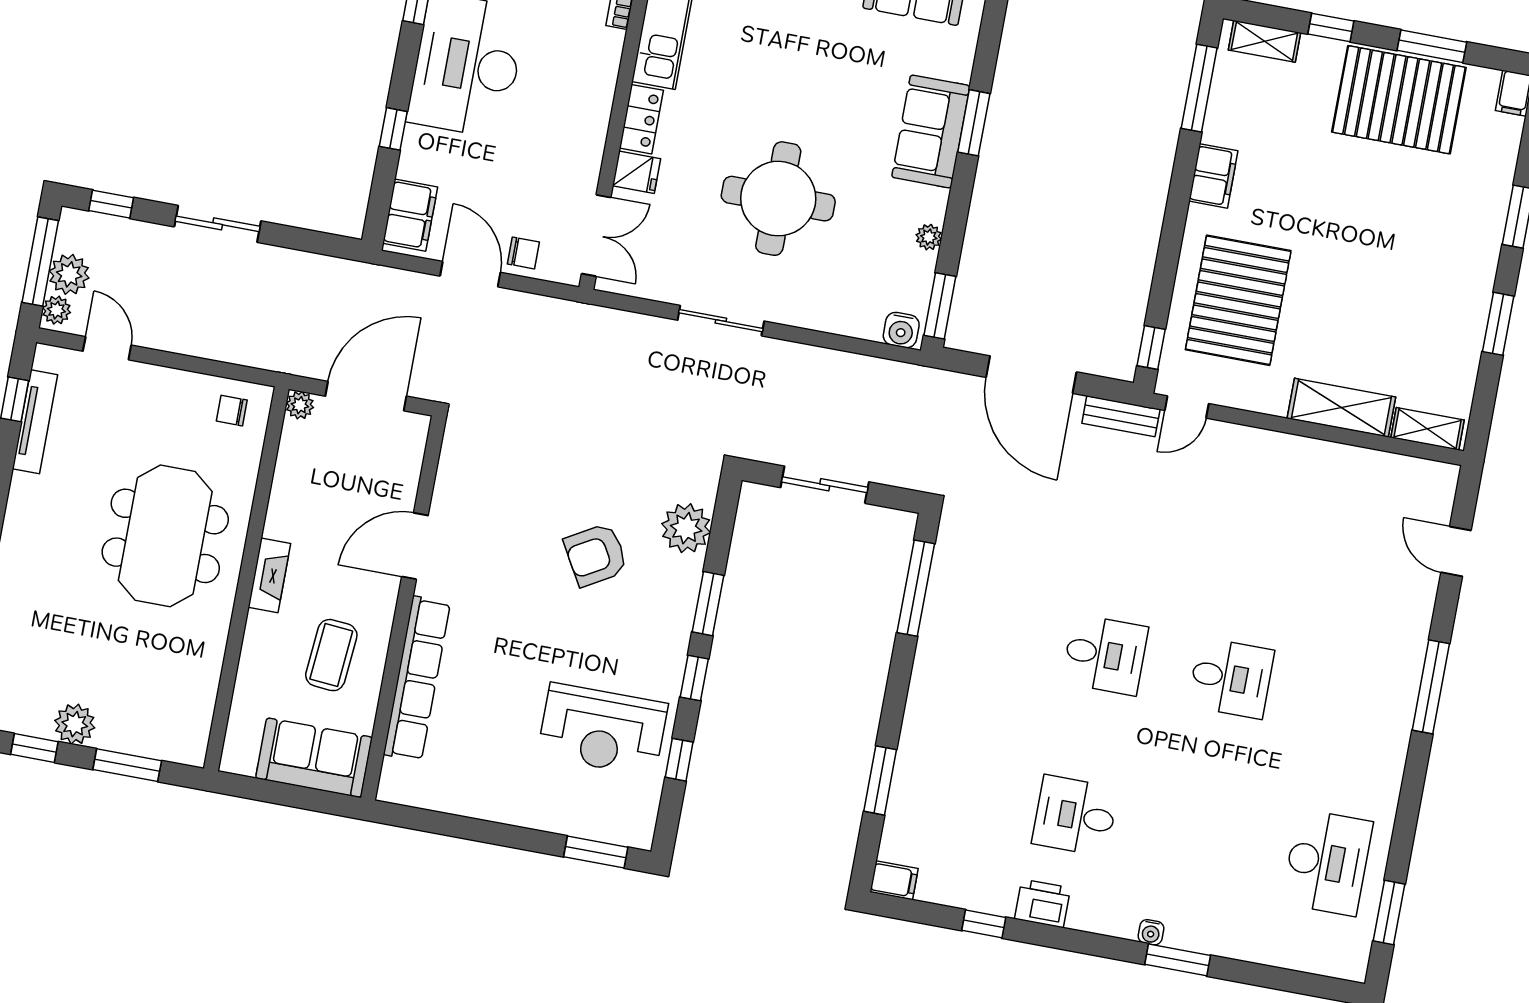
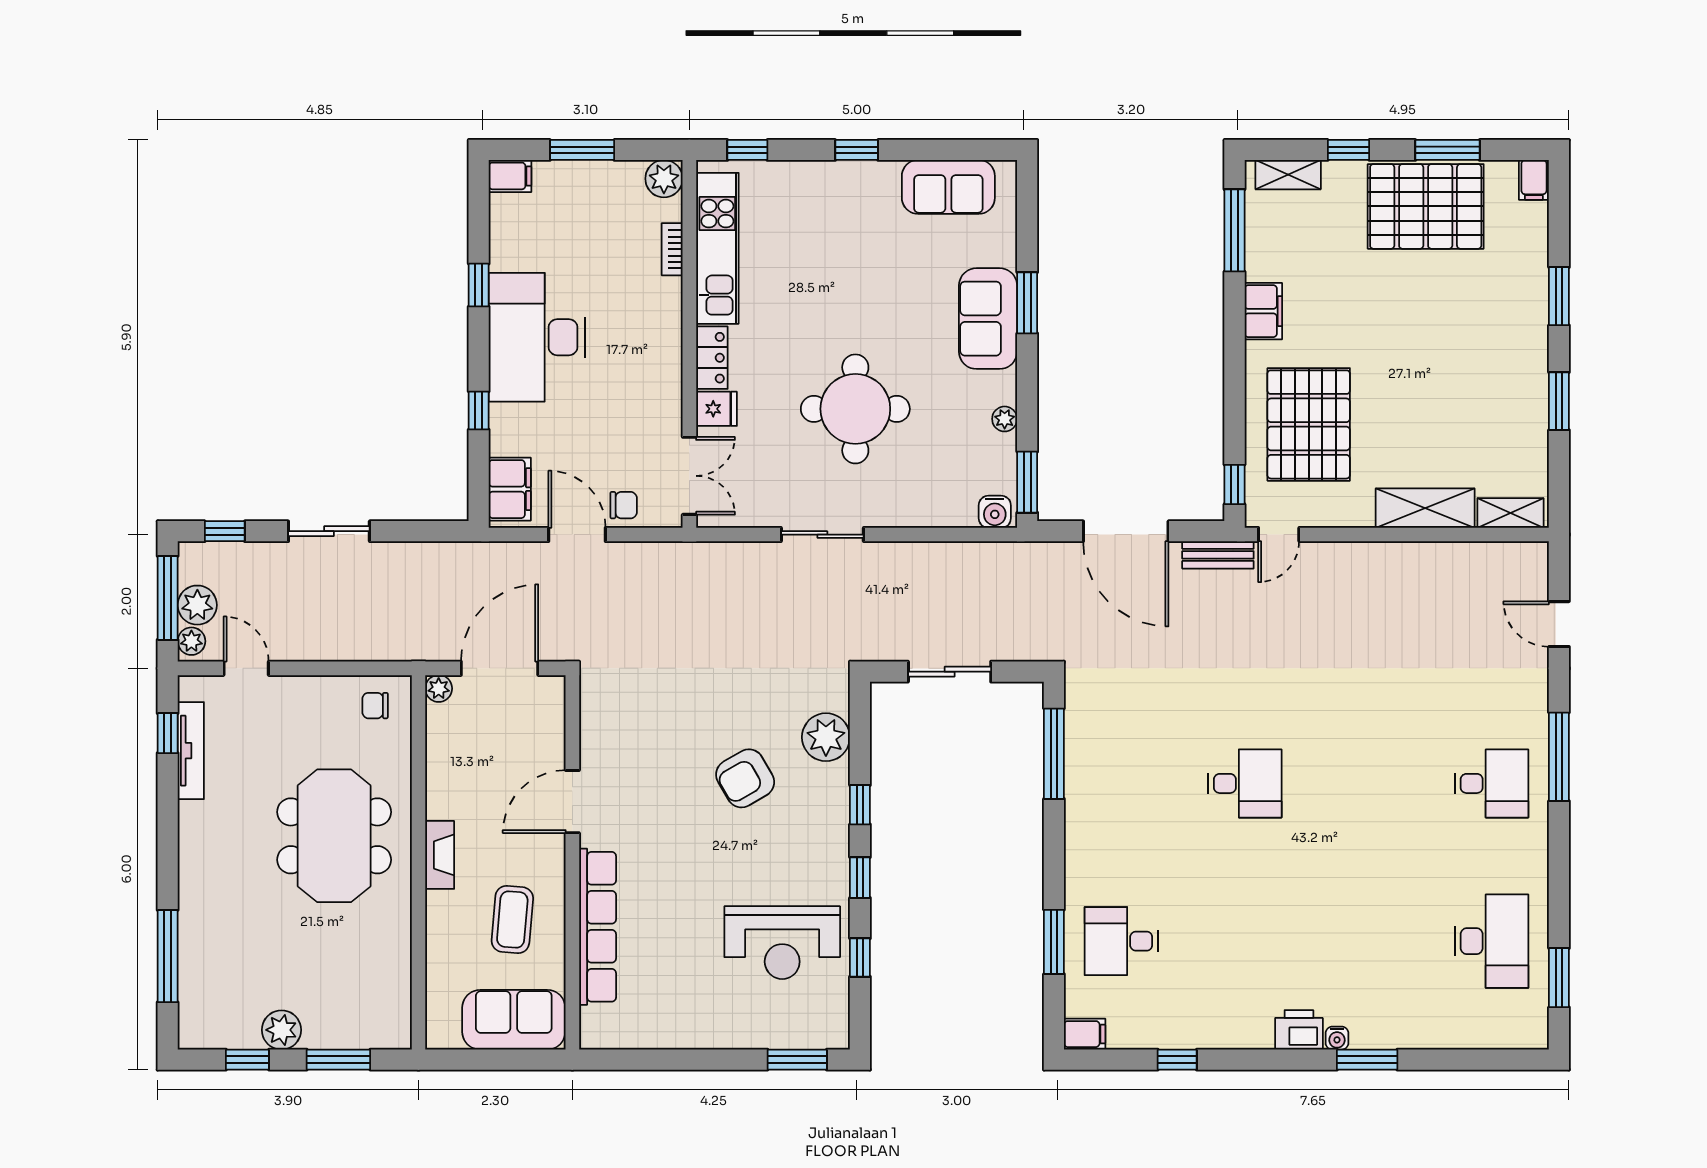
window: (708, 604) -> (860, 805), width x0.67
desk: (1231, 678) -> (1492, 783), moved
desk: (1075, 816) -> (1121, 941), moved
printer: (1043, 903) -> (1299, 1030), moved

